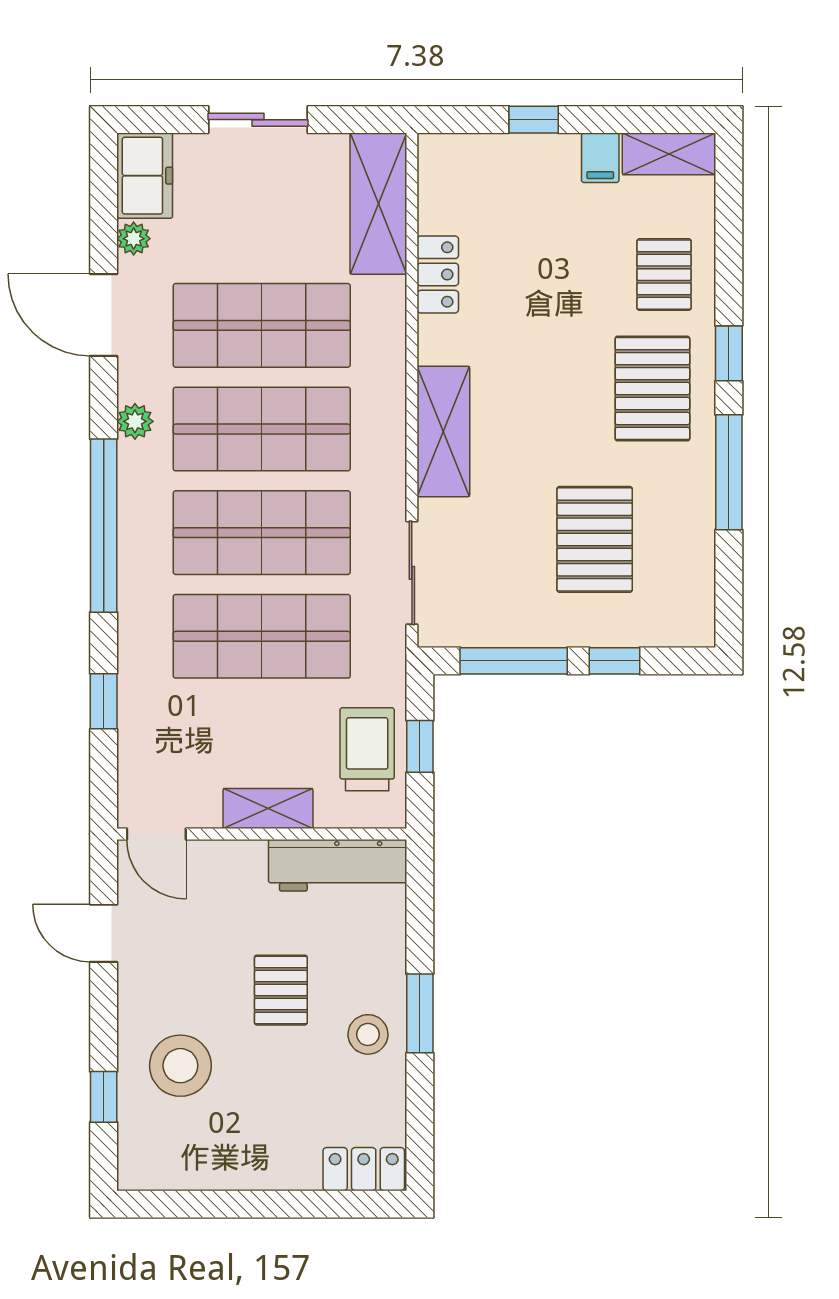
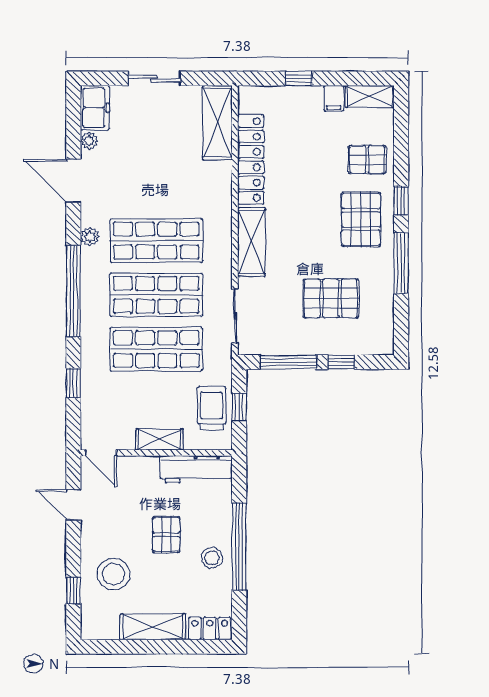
locker: (438, 274) -> (251, 160), width x2.16, depth x1.21
pallet: (664, 275) -> (367, 160), turned 90
shop shelf: (262, 325) -> (156, 186), removed
pallet: (595, 539) -> (331, 298), turned 90
window: (420, 1013) -> (239, 547), width x2.11
shelving: (255, 1166) -> (153, 627), added

